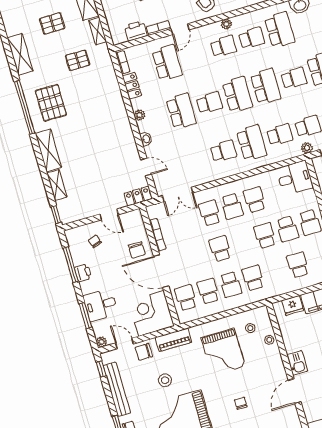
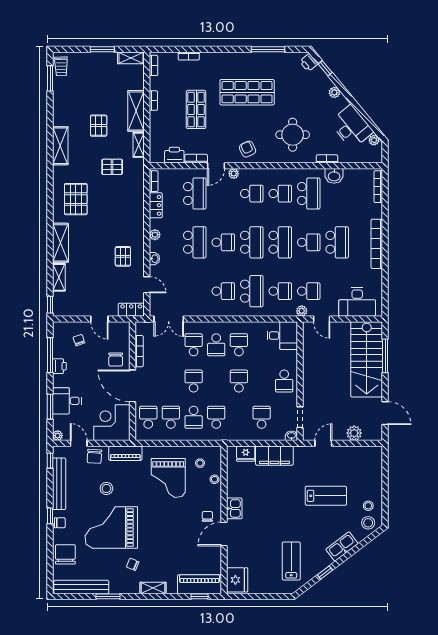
pallet: (52, 23) -> (99, 126), turned 90
plant: (226, 24) -> (234, 174), moved
window: (25, 107) -> (50, 196), removed
pallet: (114, 146) -> (123, 256), added
school desk: (287, 229) -> (262, 381), removed
chair: (144, 352) -> (94, 456), turned -87
chair: (241, 403) -> (207, 516), moved

